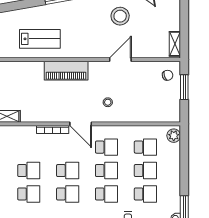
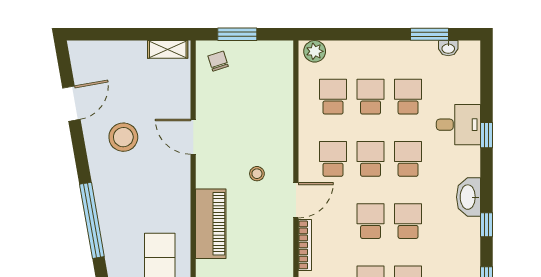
stool: (108, 102) -> (257, 174), moved

